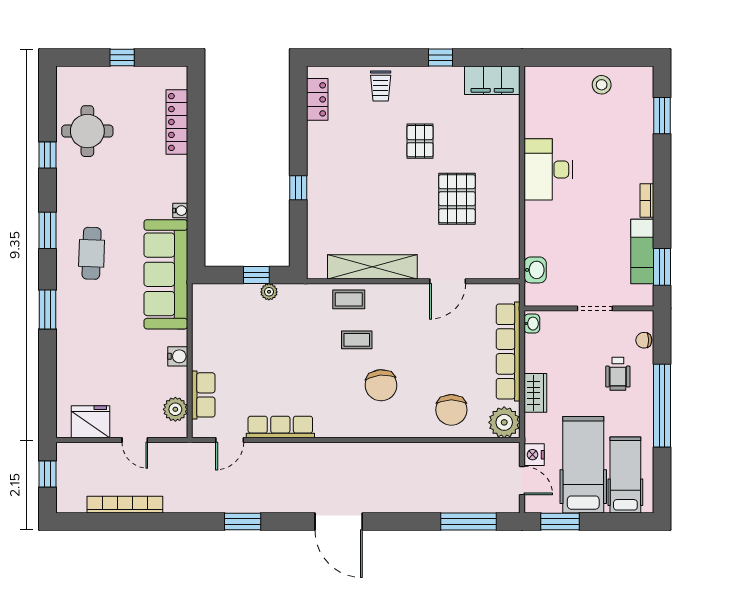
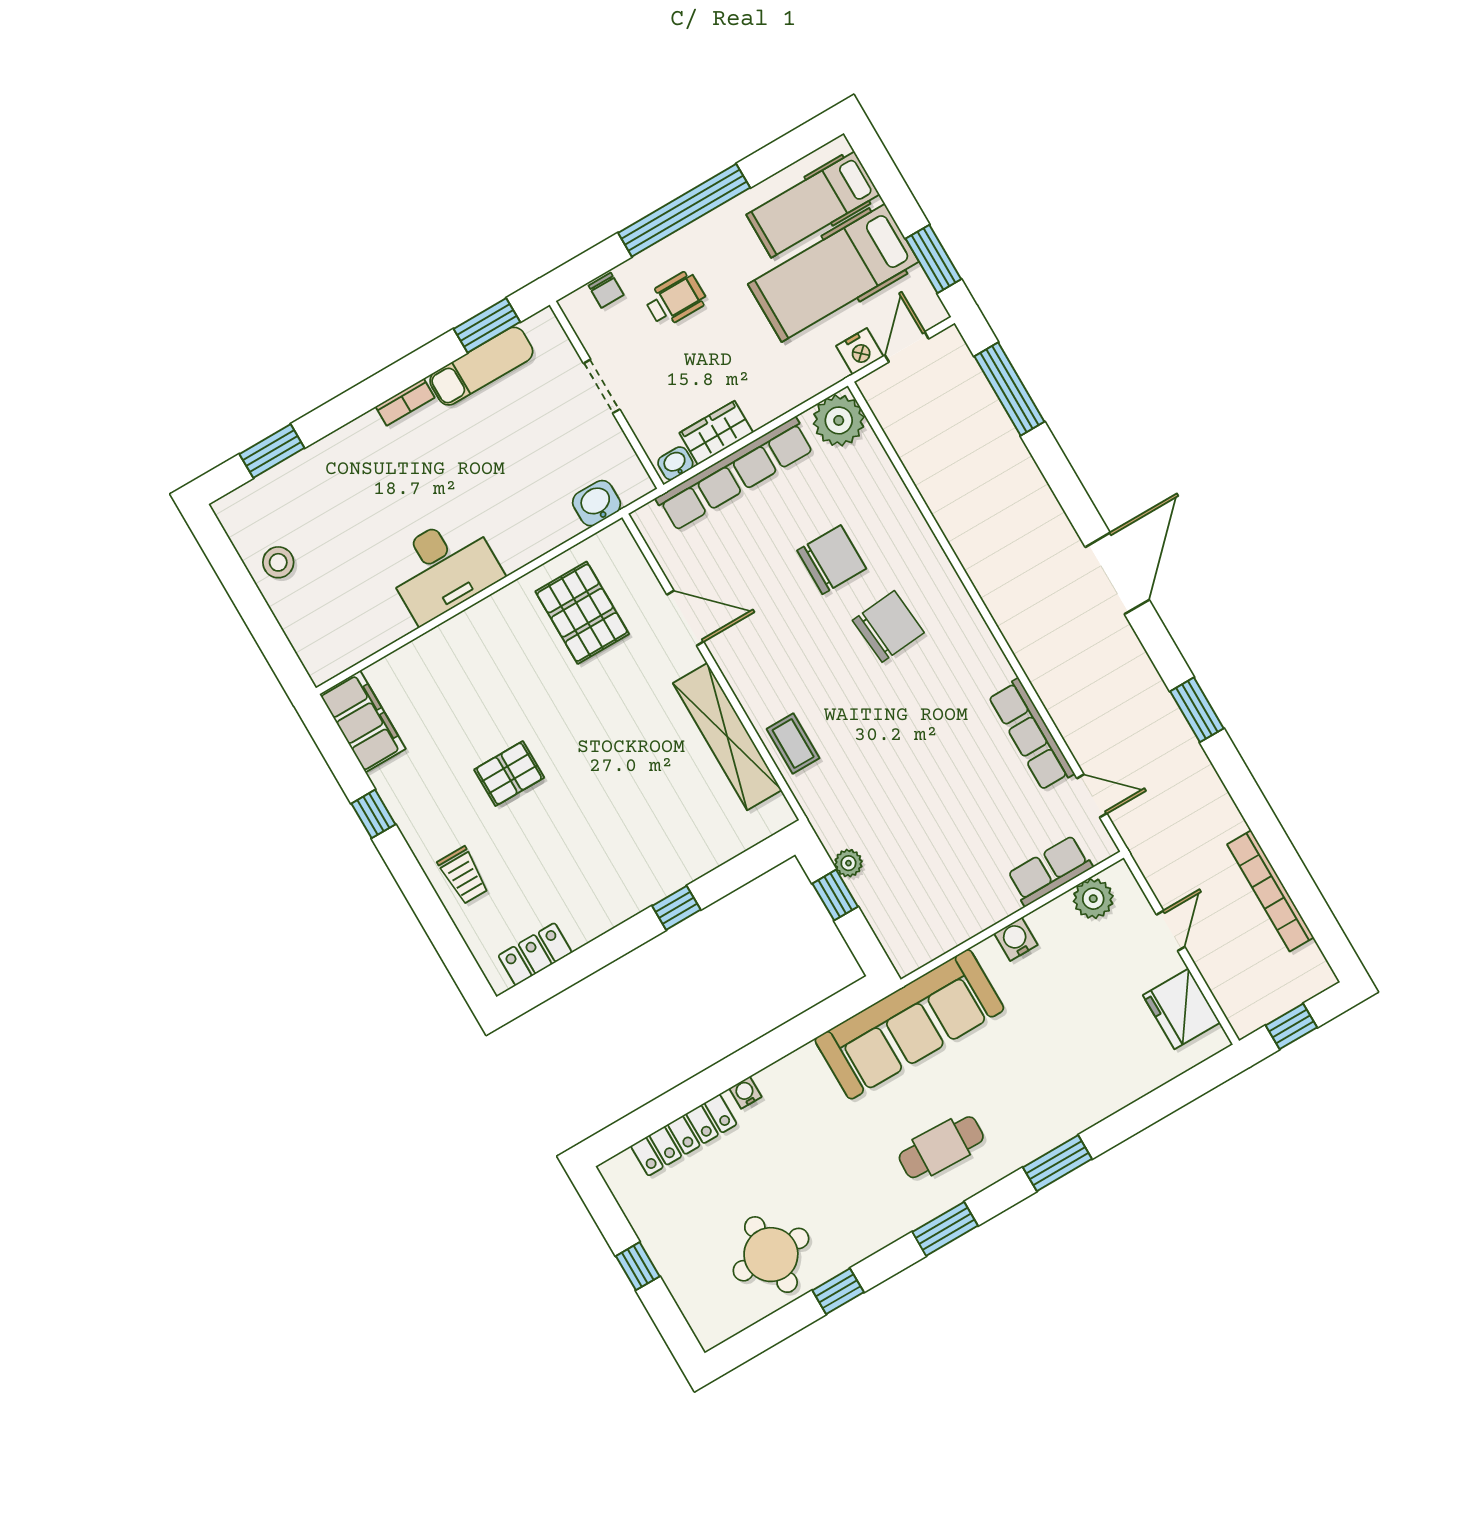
trolley: (381, 86) -> (463, 875), turned 90
pallet: (457, 199) -> (582, 613), moved, turned 90
water cooler: (180, 211) -> (745, 1093), moved
coffee table: (357, 340) -> (844, 698), removed
wardrobe: (535, 393) -> (716, 433), moved
chair: (451, 410) -> (832, 560), moved

